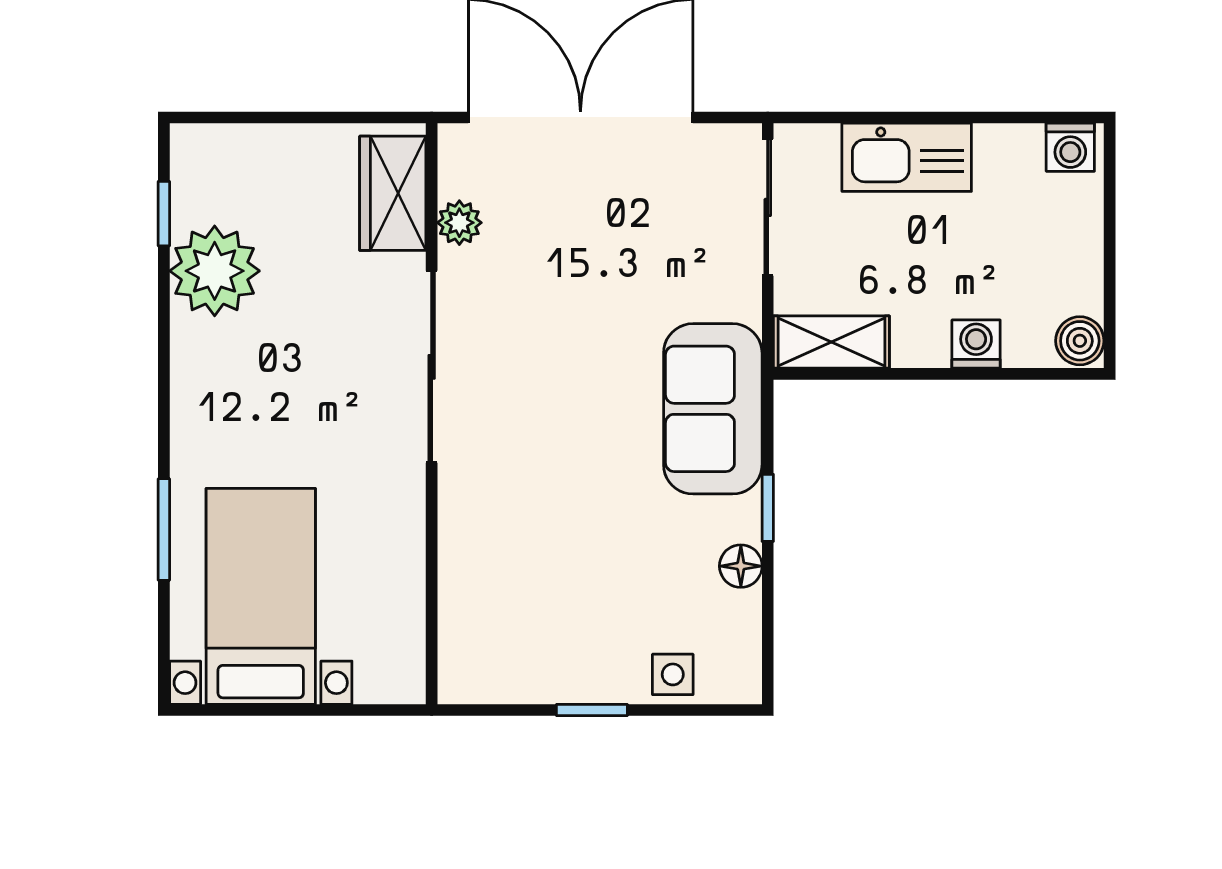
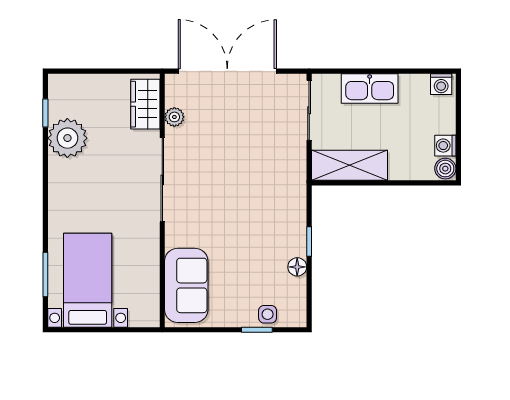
shelving: (831, 342) -> (349, 165), width x1.50, depth x1.33
washing machine: (976, 344) -> (445, 146), moved, turned -90
sofa: (713, 409) -> (186, 285), moved, turned 180
window: (164, 529) -> (45, 274), moved
window: (592, 710) -> (257, 330), moved

